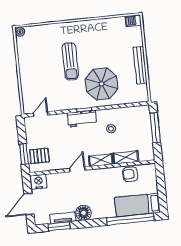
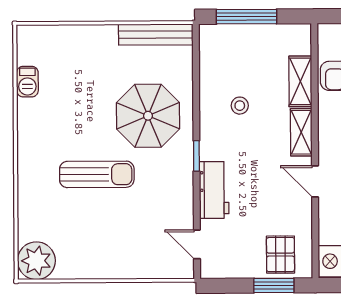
barbecue: (133, 21) -> (27, 82), moved
plant: (20, 32) -> (36, 261), width x1.88, depth x1.88
bench: (140, 65) -> (156, 35), moved
workbench: (82, 119) -> (214, 190), moved

